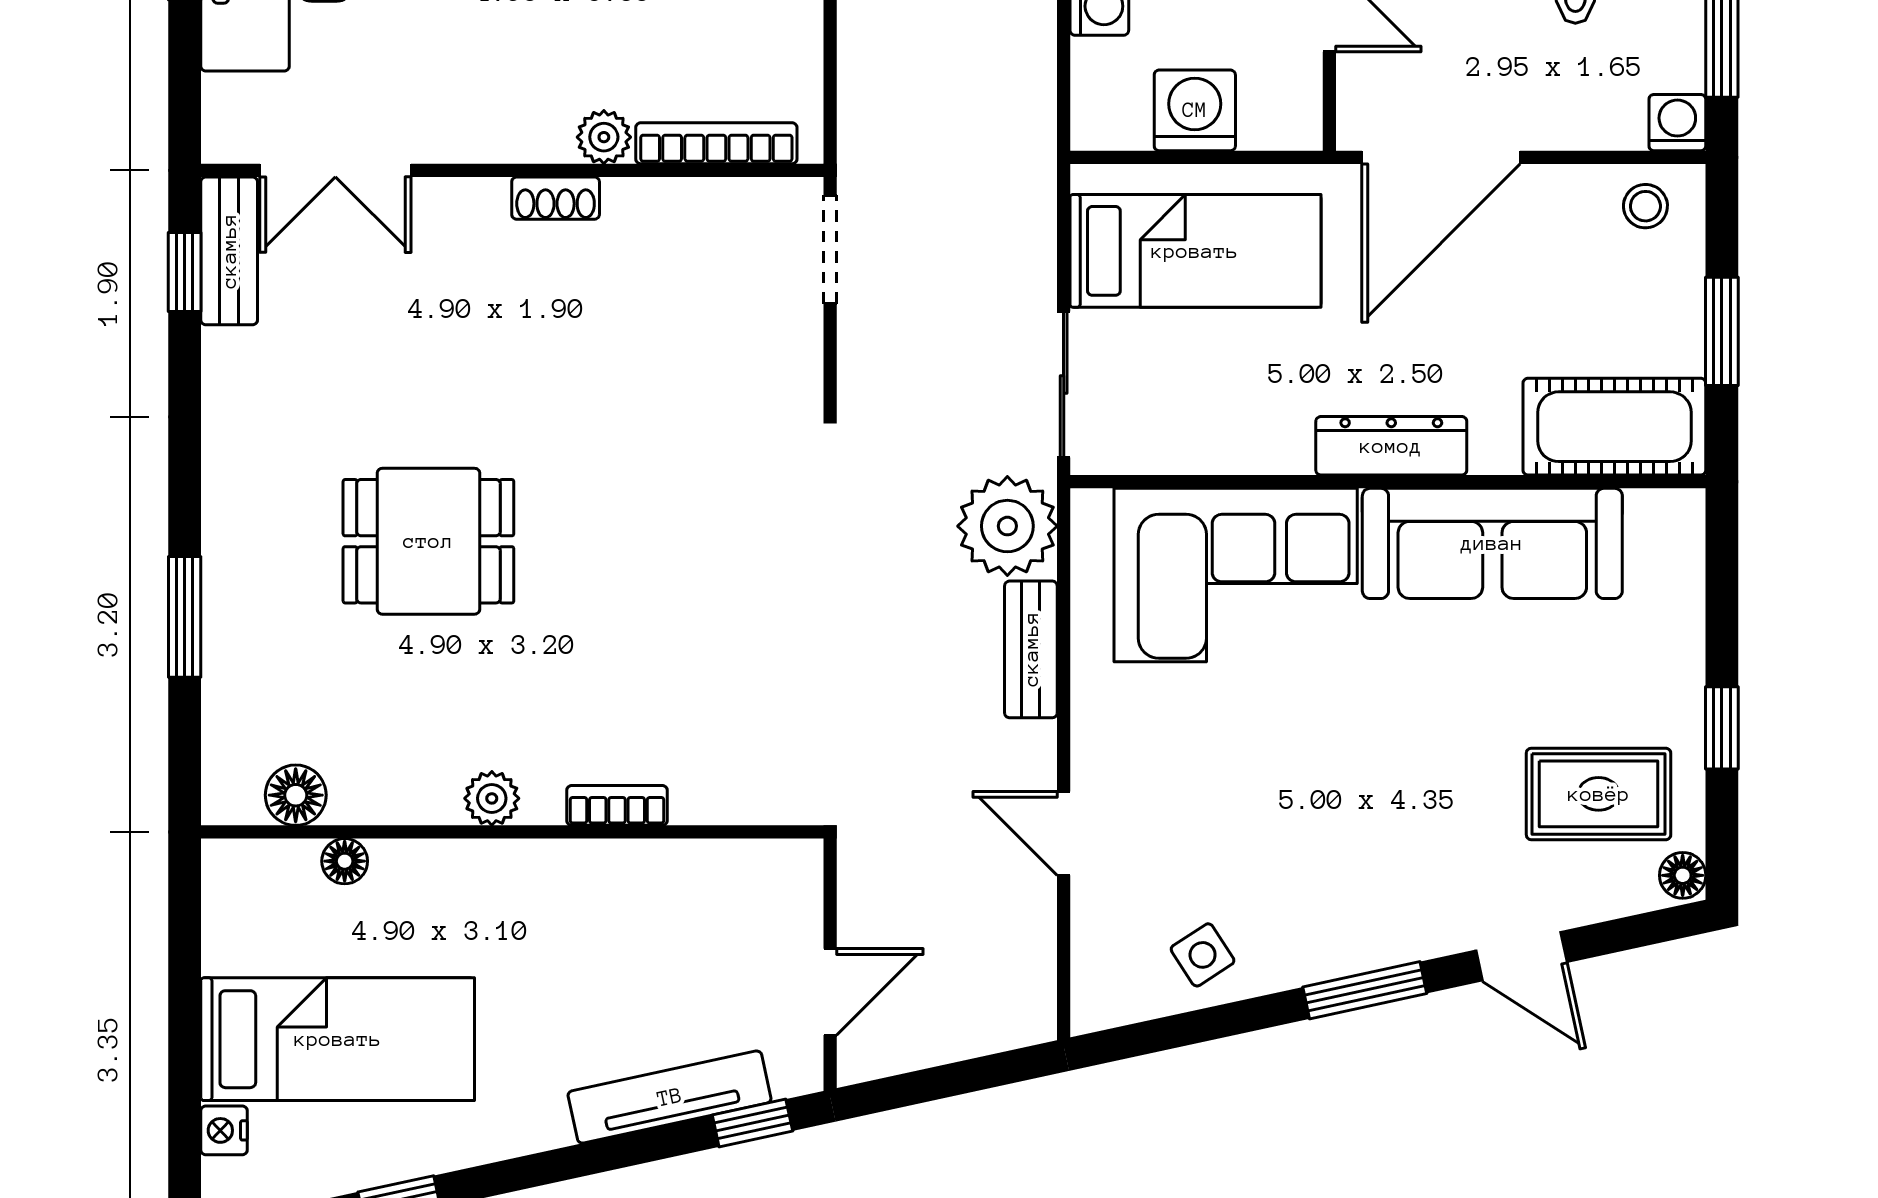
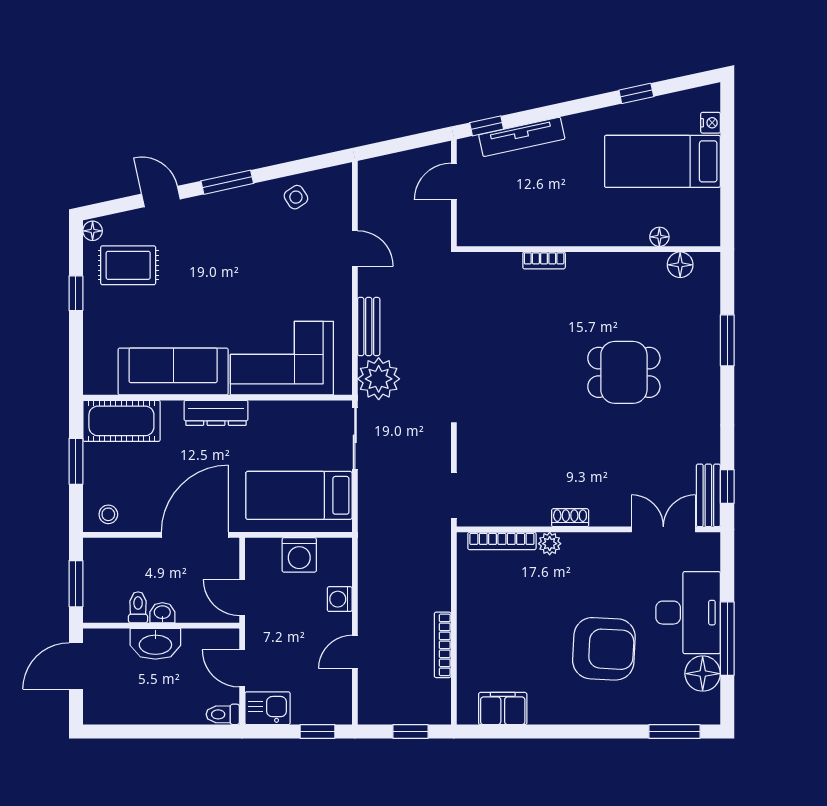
washing machine: (1677, 123) -> (95, 550), removed
plant: (492, 798) -> (597, 263), removed

